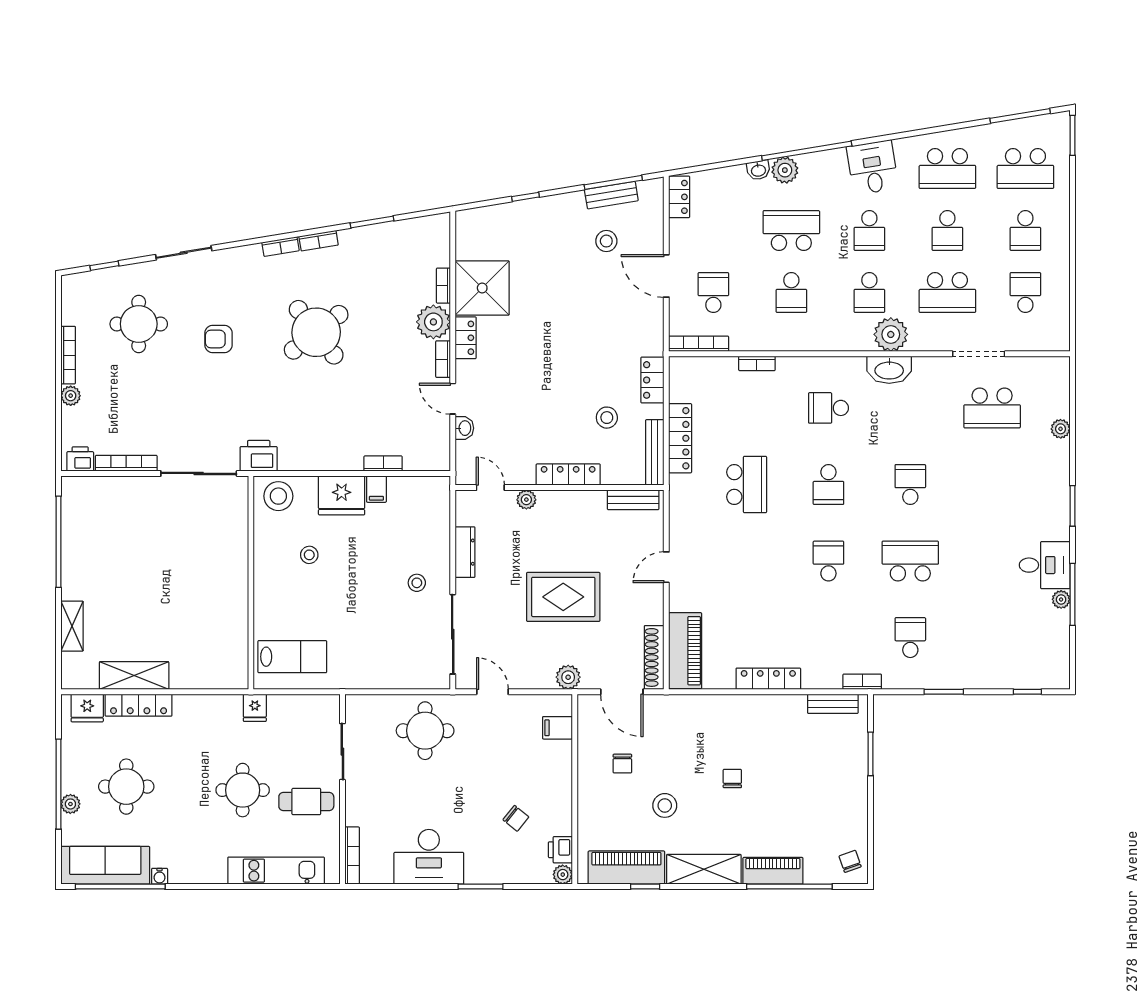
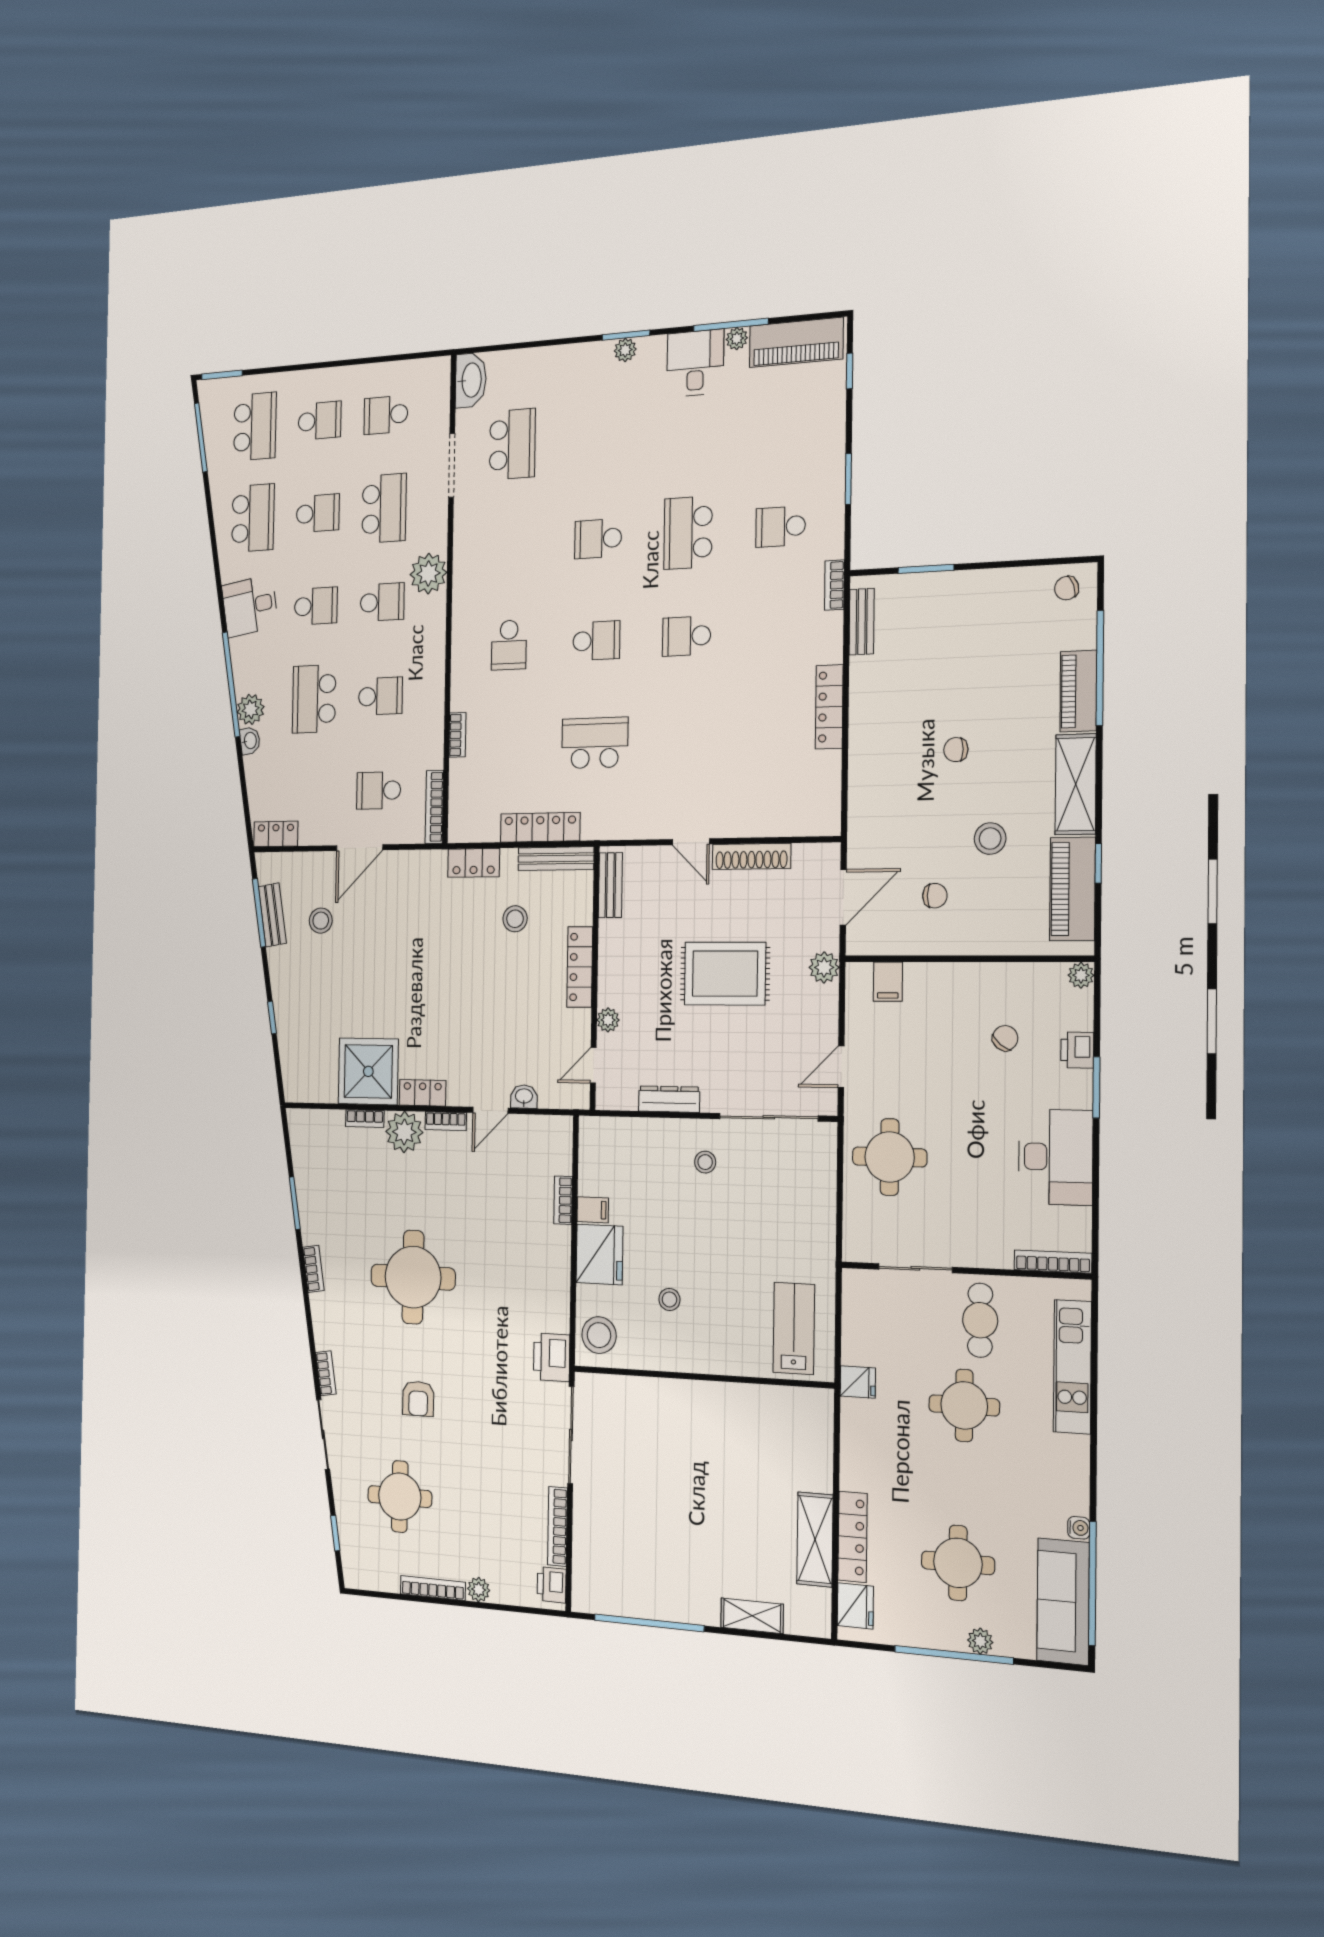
bookcase: (280, 247) -> (326, 1373), moved
round table: (316, 332) -> (413, 1277), turned 38
washbasin: (889, 370) -> (471, 380), moved
plant: (1061, 429) -> (625, 350), moved
rug: (563, 597) -> (725, 974), turned 90
piano: (685, 651) -> (796, 342), moved, turned 180
shoe rack: (654, 657) -> (751, 856), moved
printer: (560, 850) -> (1077, 1050), moved, turned 90

